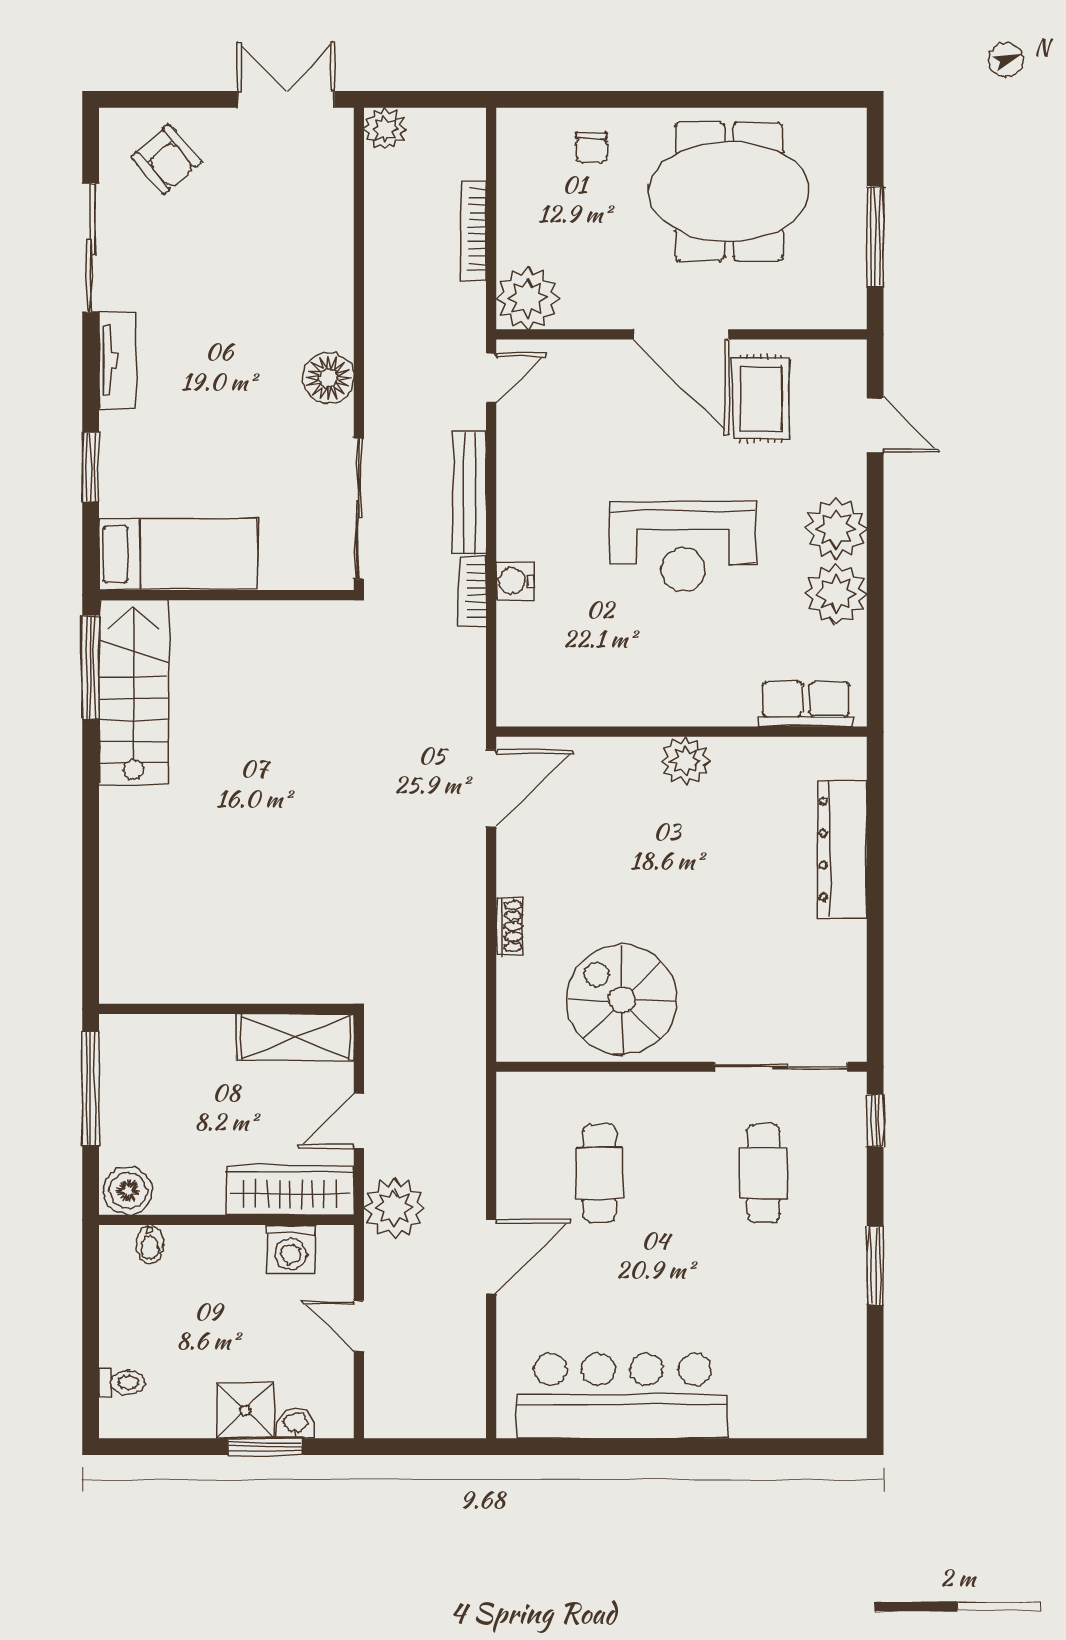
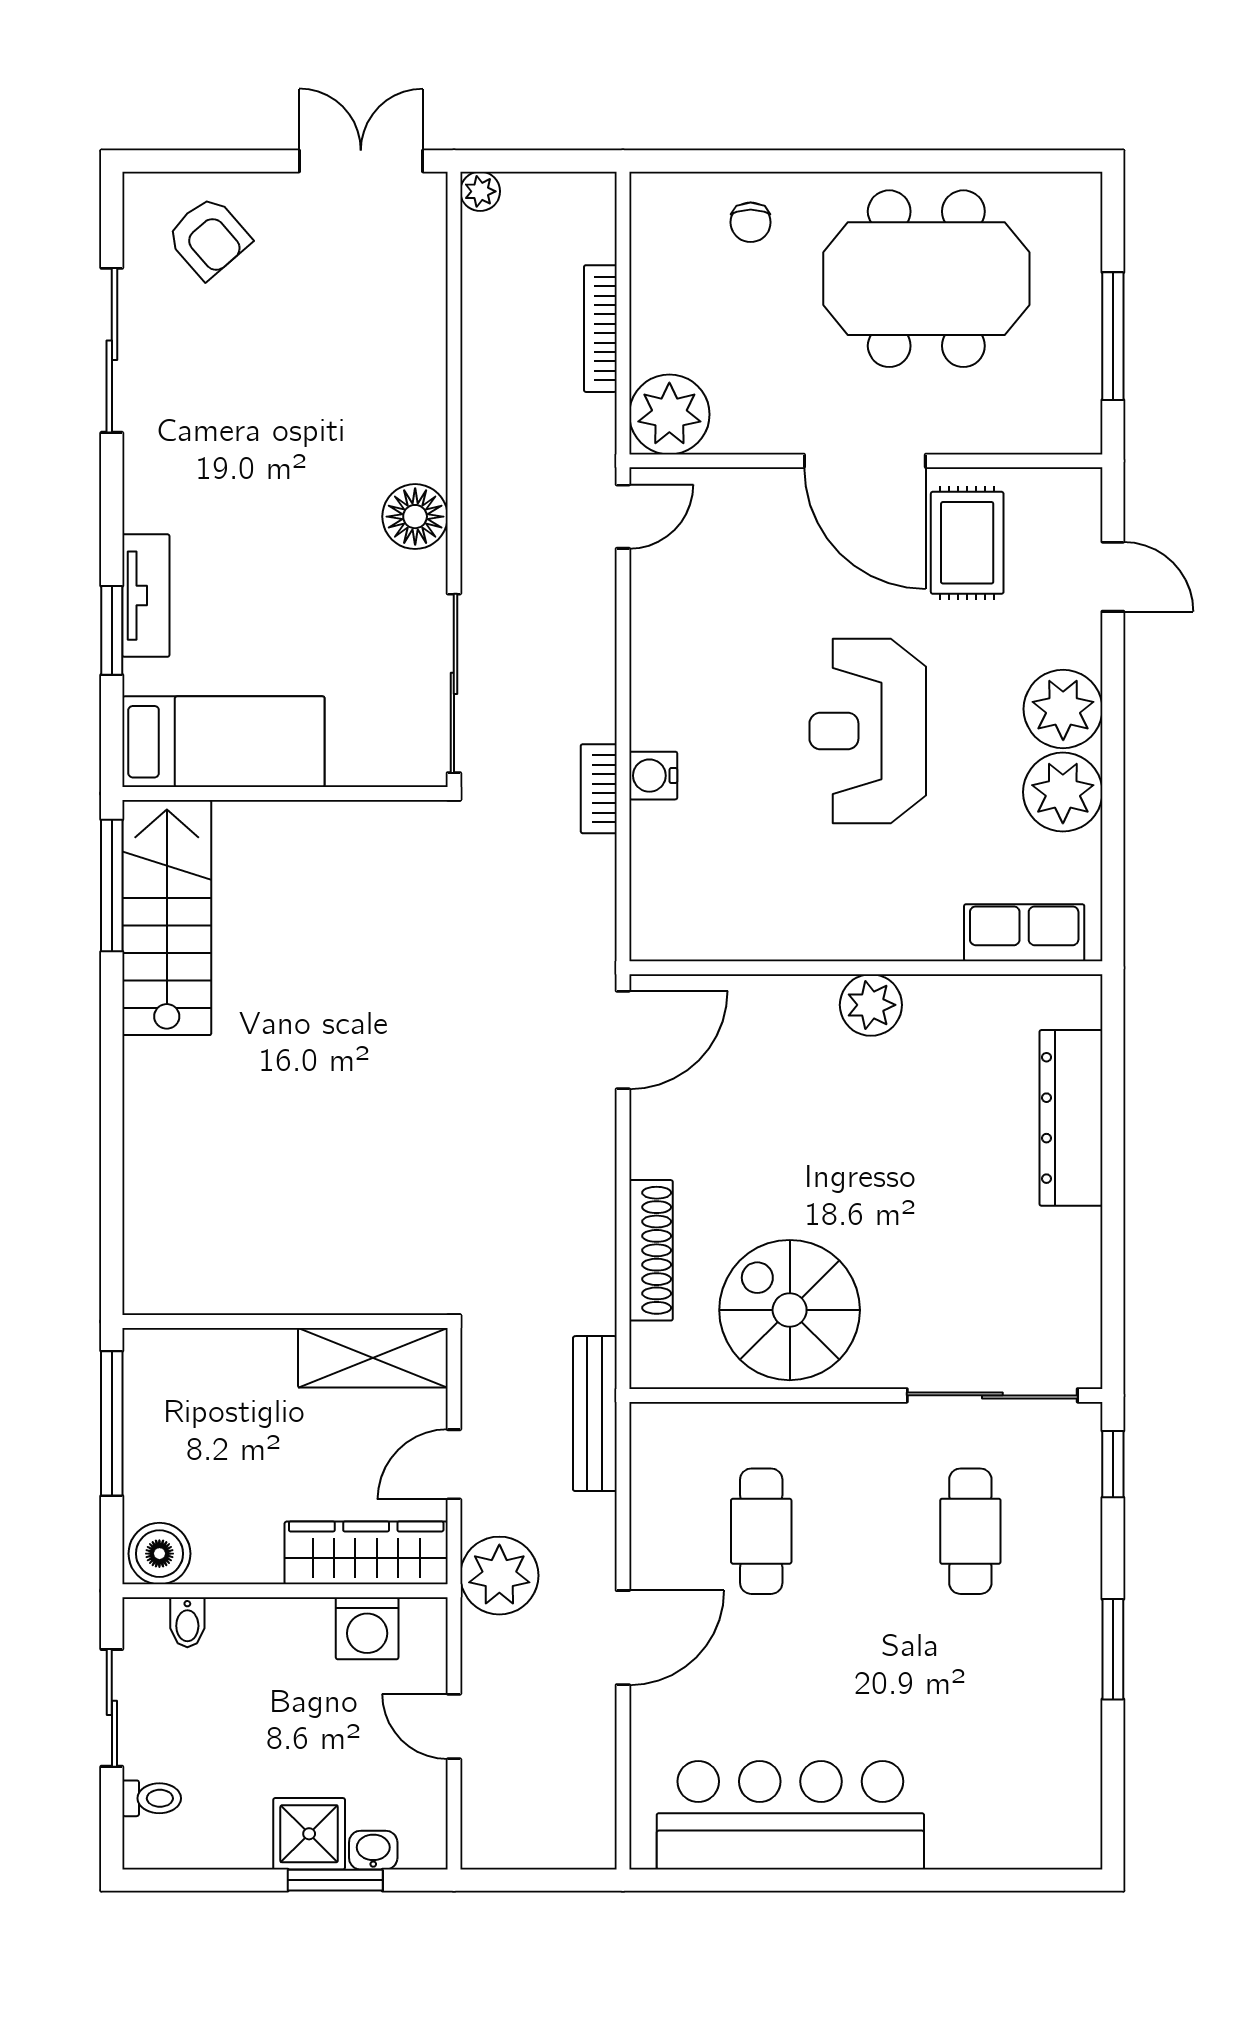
plant: (385, 129) -> (480, 191), width x0.73, depth x0.73
tv unit: (117, 360) -> (146, 596), moved
bench: (469, 492) -> (595, 1414), moved
reception desk: (683, 546) -> (868, 731), turned 90
shoe rack: (510, 926) -> (651, 1250), width x1.94, depth x1.24
sliding door: (91, 1312) -> (112, 1708), added

